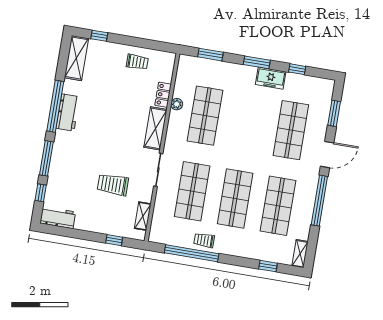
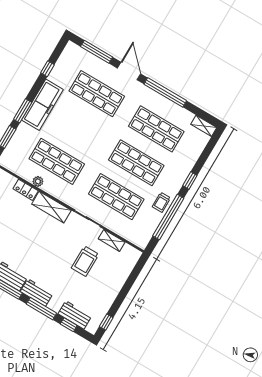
window: (257, 62) -> (23, 111), moved
freezer: (271, 78) -> (42, 105), width x1.91, depth x1.26
window: (334, 113) -> (97, 52), width x1.44
workbench: (61, 147) -> (37, 293), added
shelving: (143, 216) -> (112, 240), moved
workbench: (58, 218) -> (75, 315), moved, turned 90
window: (114, 240) -> (106, 322), moved
window: (268, 266) -> (190, 181), moved

